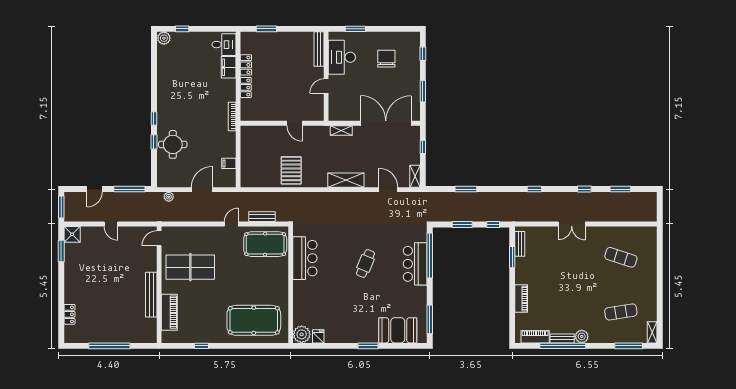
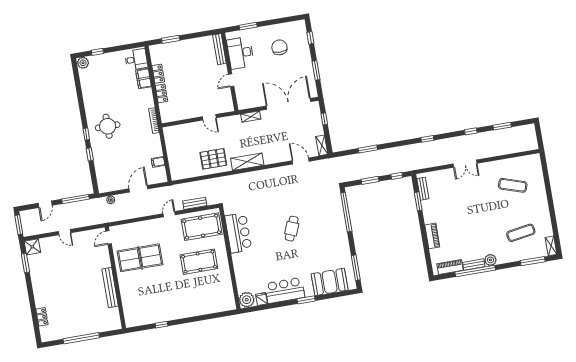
round table: (173, 144) -> (108, 126), moved
pallet: (291, 170) -> (213, 159), turned 90
shelving: (346, 180) -> (247, 162), moved
bar counter: (415, 264) -> (285, 290), moved, turned 90
piano: (169, 312) -> (128, 300), removed
pool table: (254, 320) -> (199, 262), moved, width x0.73, depth x0.76

